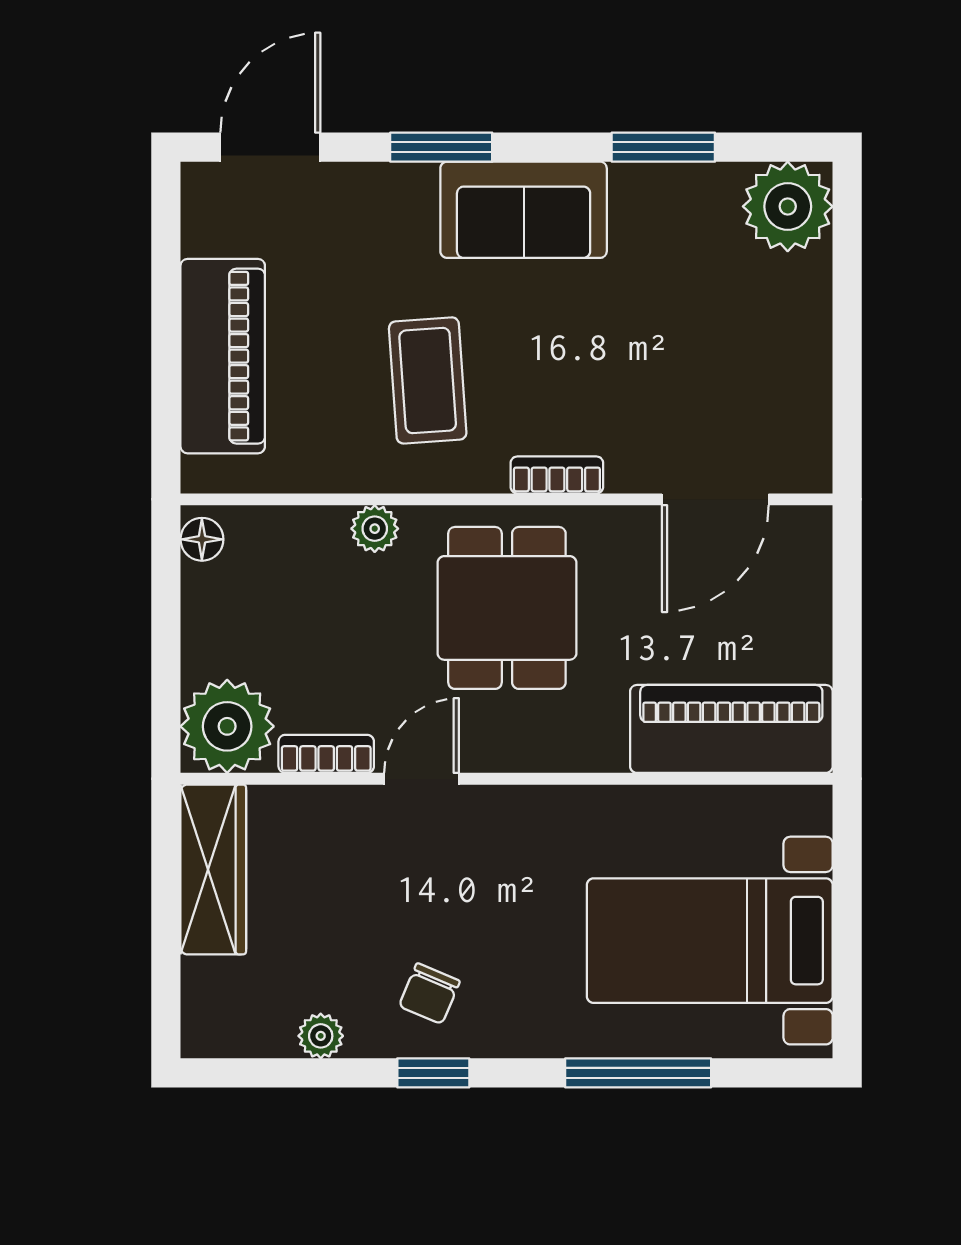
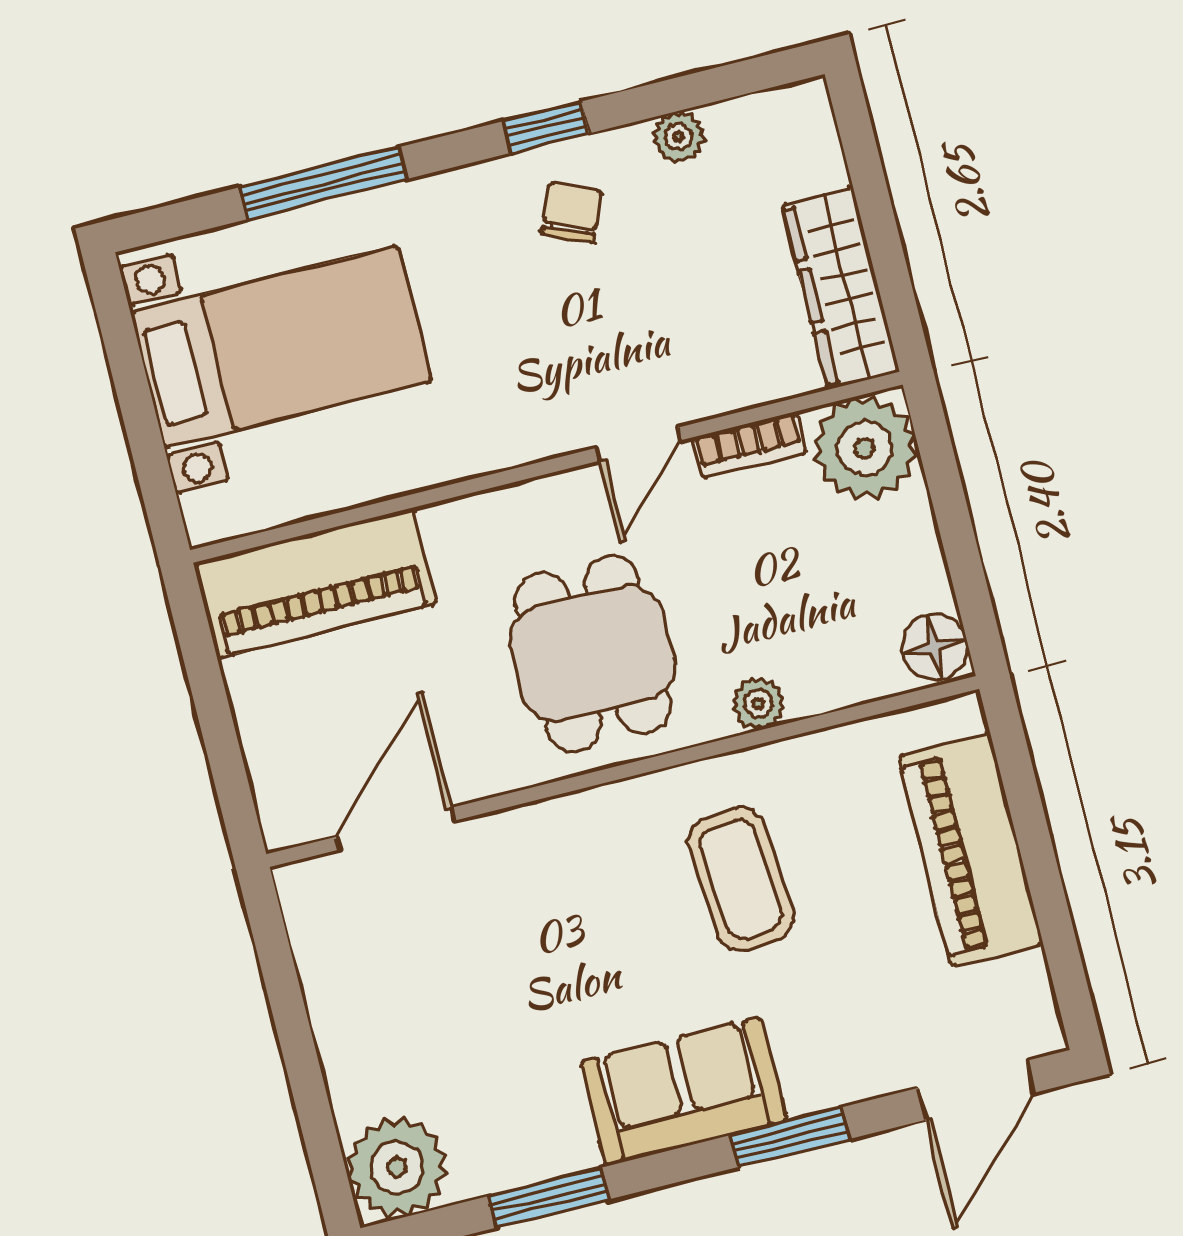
bookcase: (557, 475) -> (575, 812), removed
floor lamp: (202, 539) -> (935, 647), width x1.37, depth x1.37

